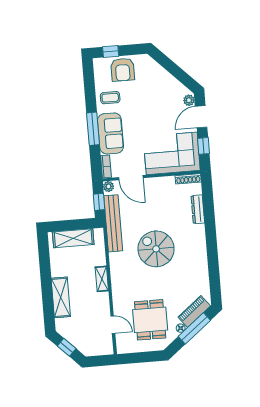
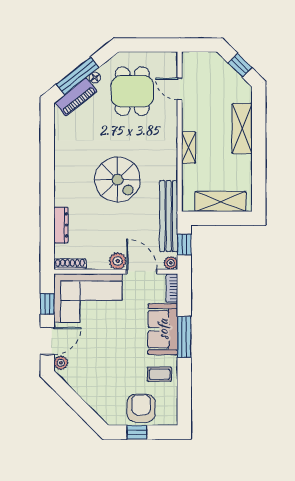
window: (111, 51) -> (137, 432), moved
plant: (151, 185) -> (118, 261), added

